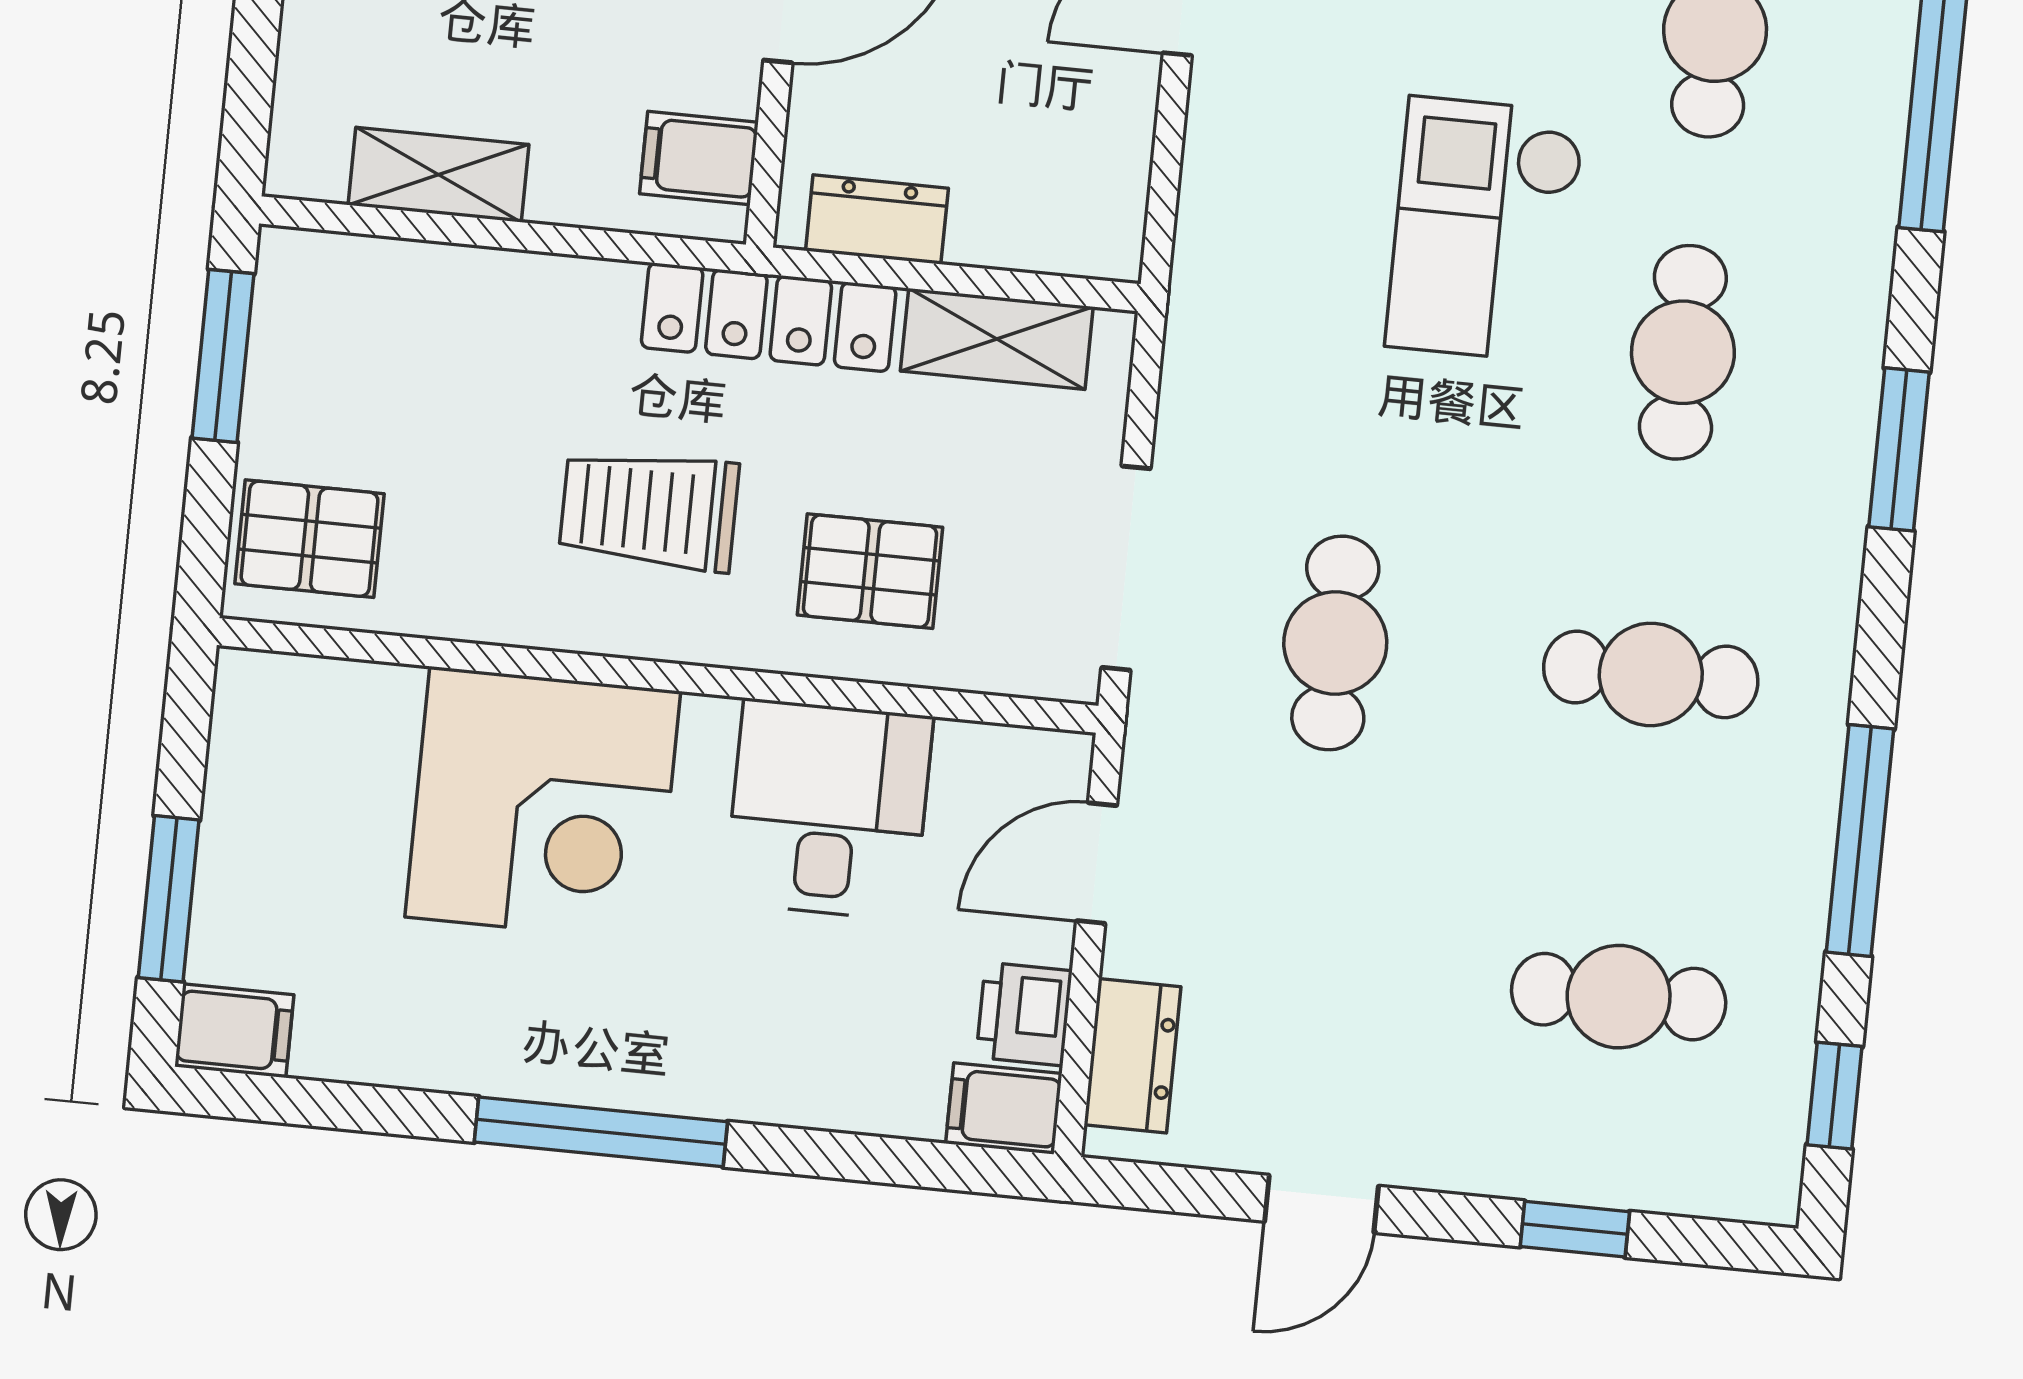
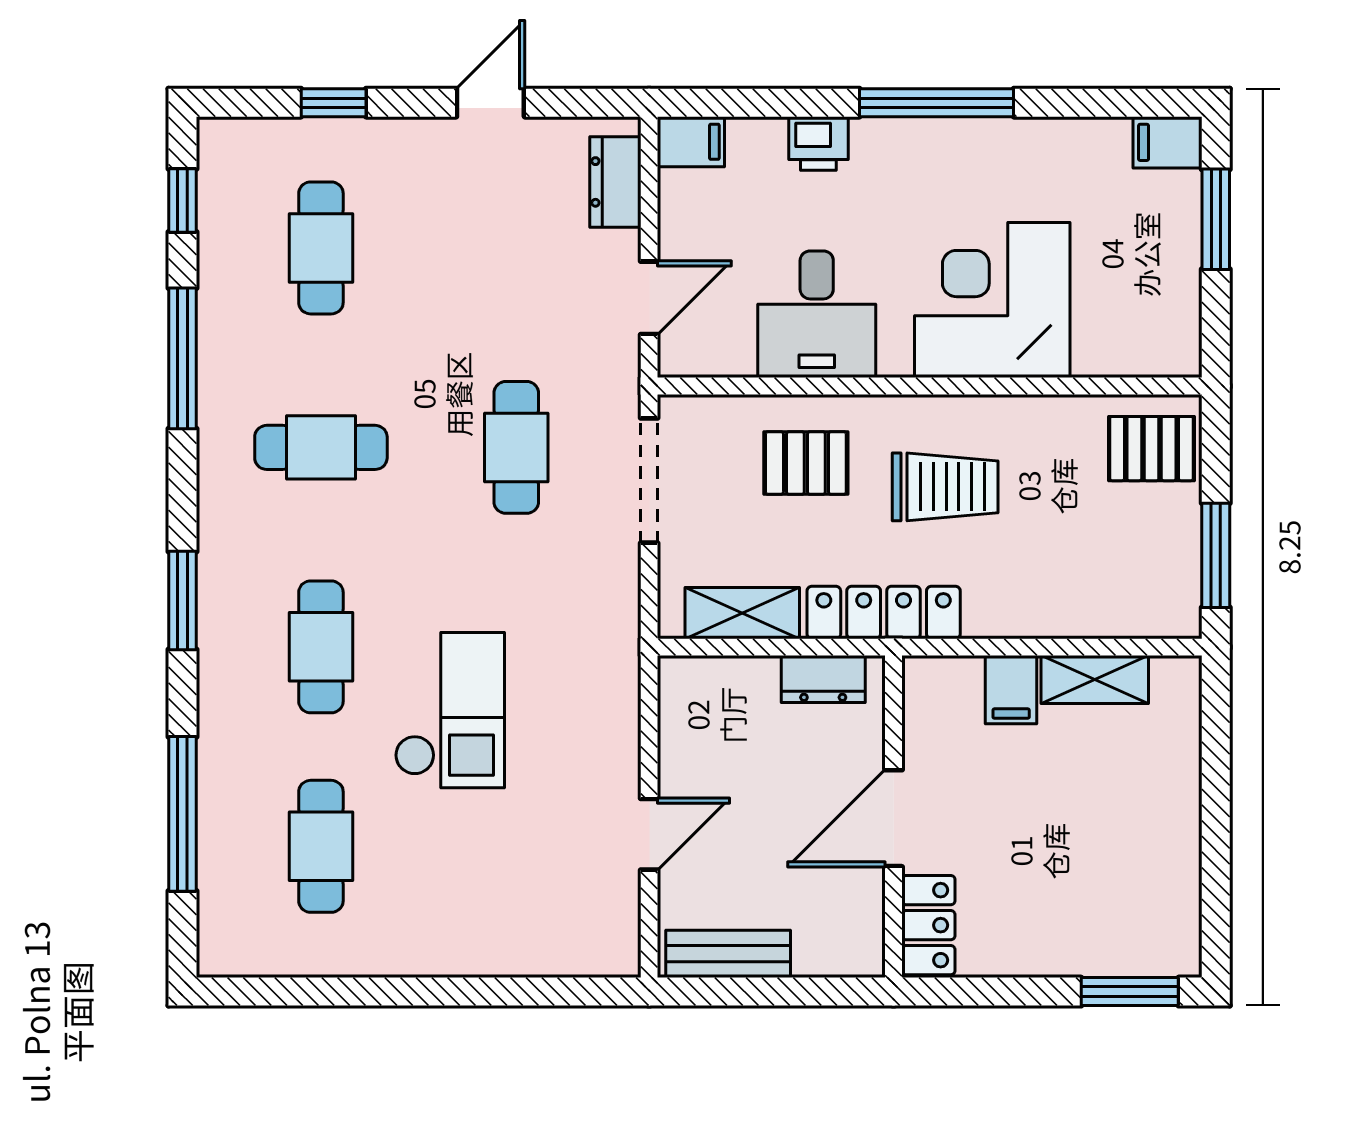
filing cabinet: (699, 158) -> (1011, 690), moved, turned 90
cafe table: (1619, 997) -> (321, 248), turned 90
printer: (1024, 1014) -> (818, 143), moved, turned 90

